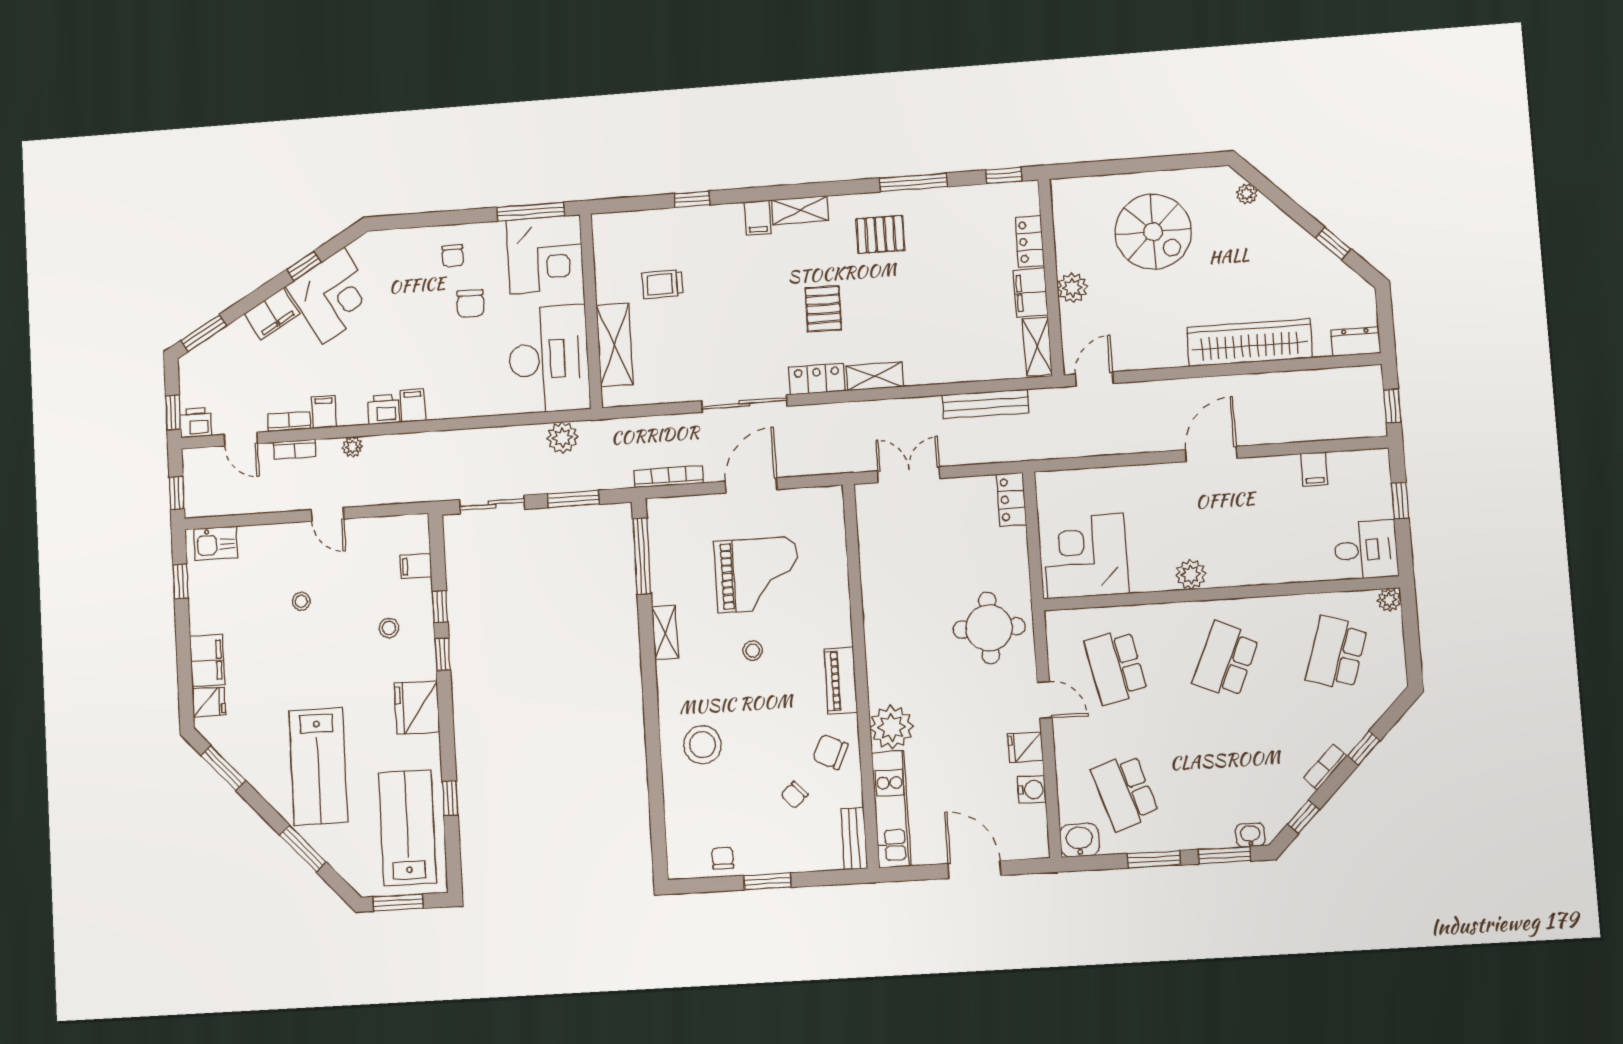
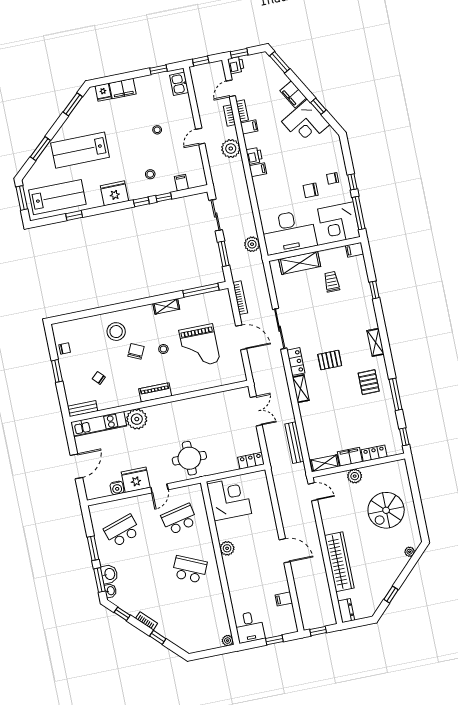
window: (466, 217) -> (352, 182), added
filing cabinet: (758, 218) -> (355, 250), moved
plant: (352, 447) -> (231, 149), width x1.87, depth x1.87
school desk: (1336, 653) -> (200, 620), removed
fridge: (1025, 747) -> (136, 480), width x1.88, depth x1.34
chair: (830, 752) -> (136, 351), moved
washbasin: (1079, 840) -> (109, 574), moved

